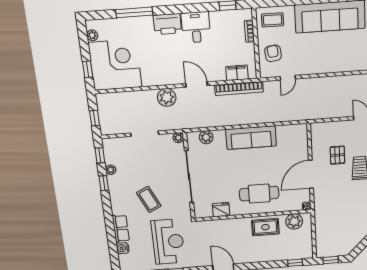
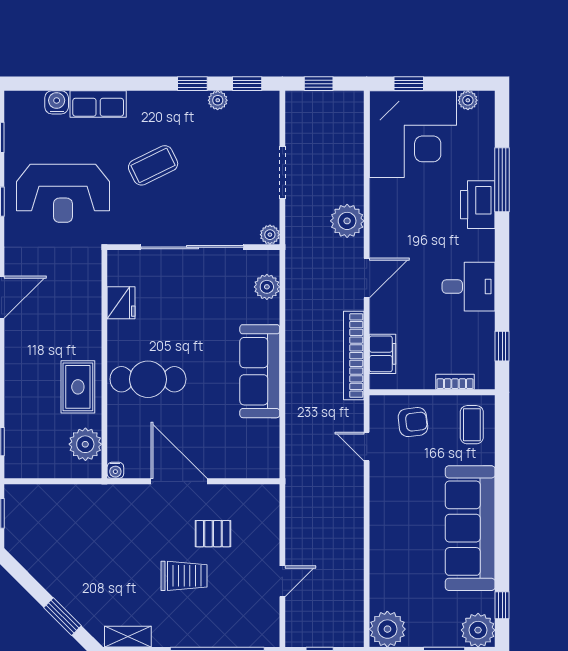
printer: (167, 24) -> (478, 205), moved
cafe table: (259, 194) -> (148, 379), turned 90

